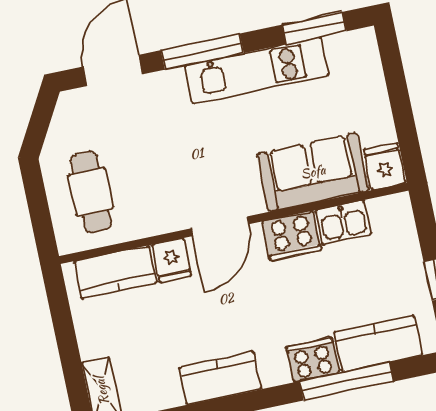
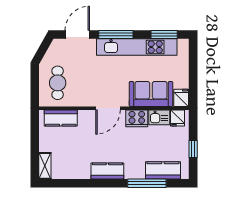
kitchen unit: (257, 70) -> (137, 47), width x1.36
fridge: (172, 260) -> (178, 118), moved
cooker: (313, 360) -> (135, 171), removed
kitchen counter: (220, 378) -> (107, 171), moved

